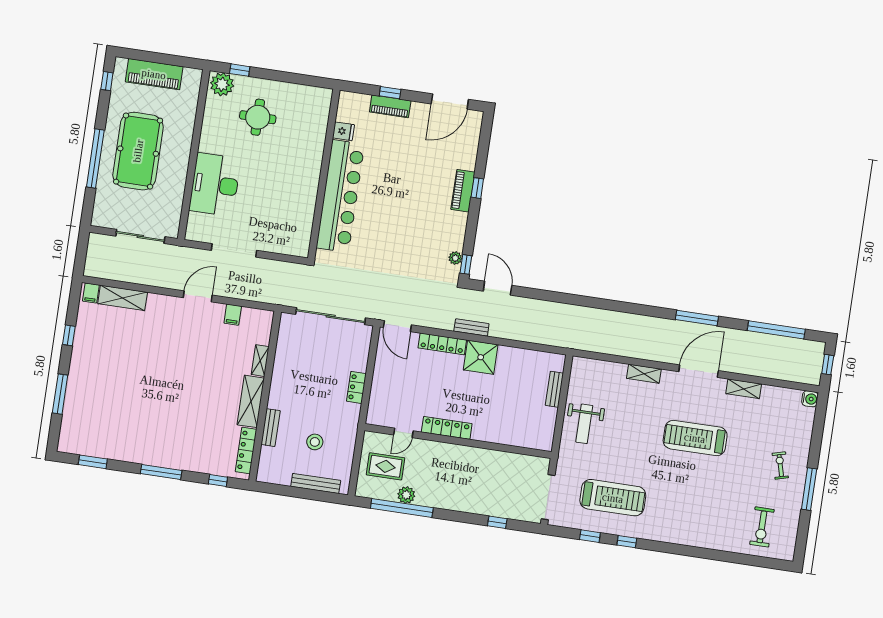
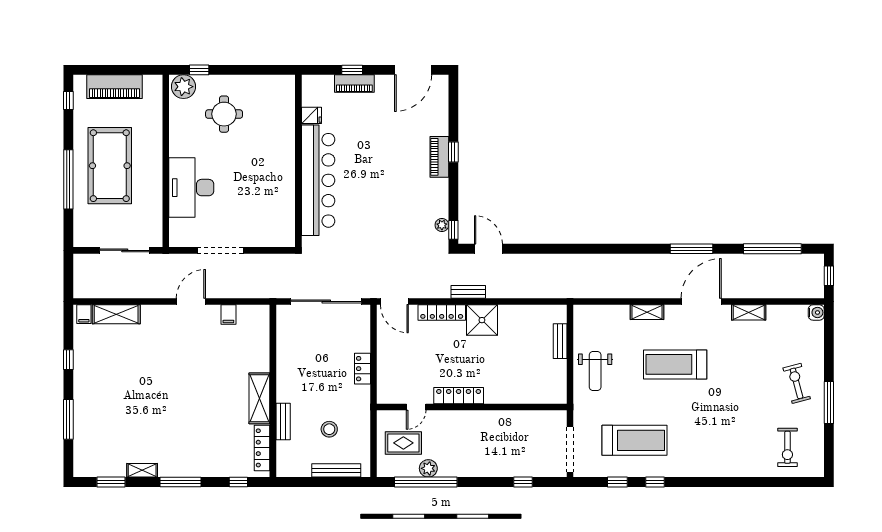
shelving: (260, 361) -> (142, 470), moved, turned 90
treadmill: (695, 438) -> (675, 364), moved
exercise bike: (780, 466) -> (797, 383), width x1.38, depth x1.39

